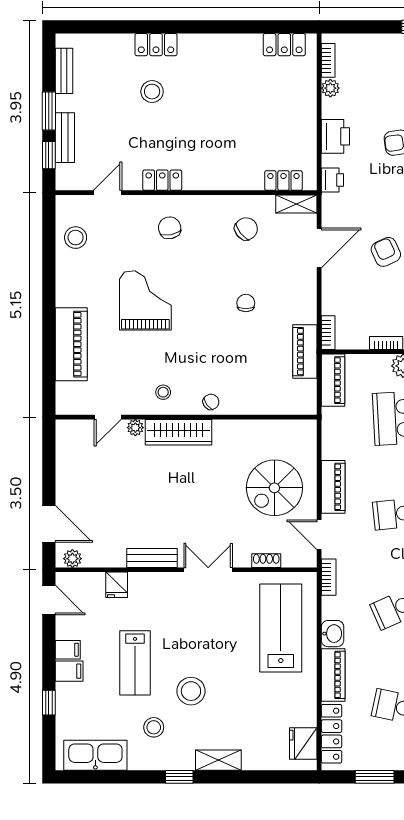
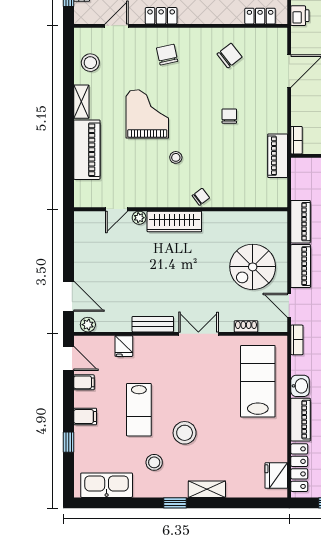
shelving: (296, 204) -> (81, 102), moved, turned 90
piano: (333, 380) -> (301, 222), moved
stool: (163, 392) -> (176, 157), moved
filing cabinet: (68, 650) -> (84, 382), moved

